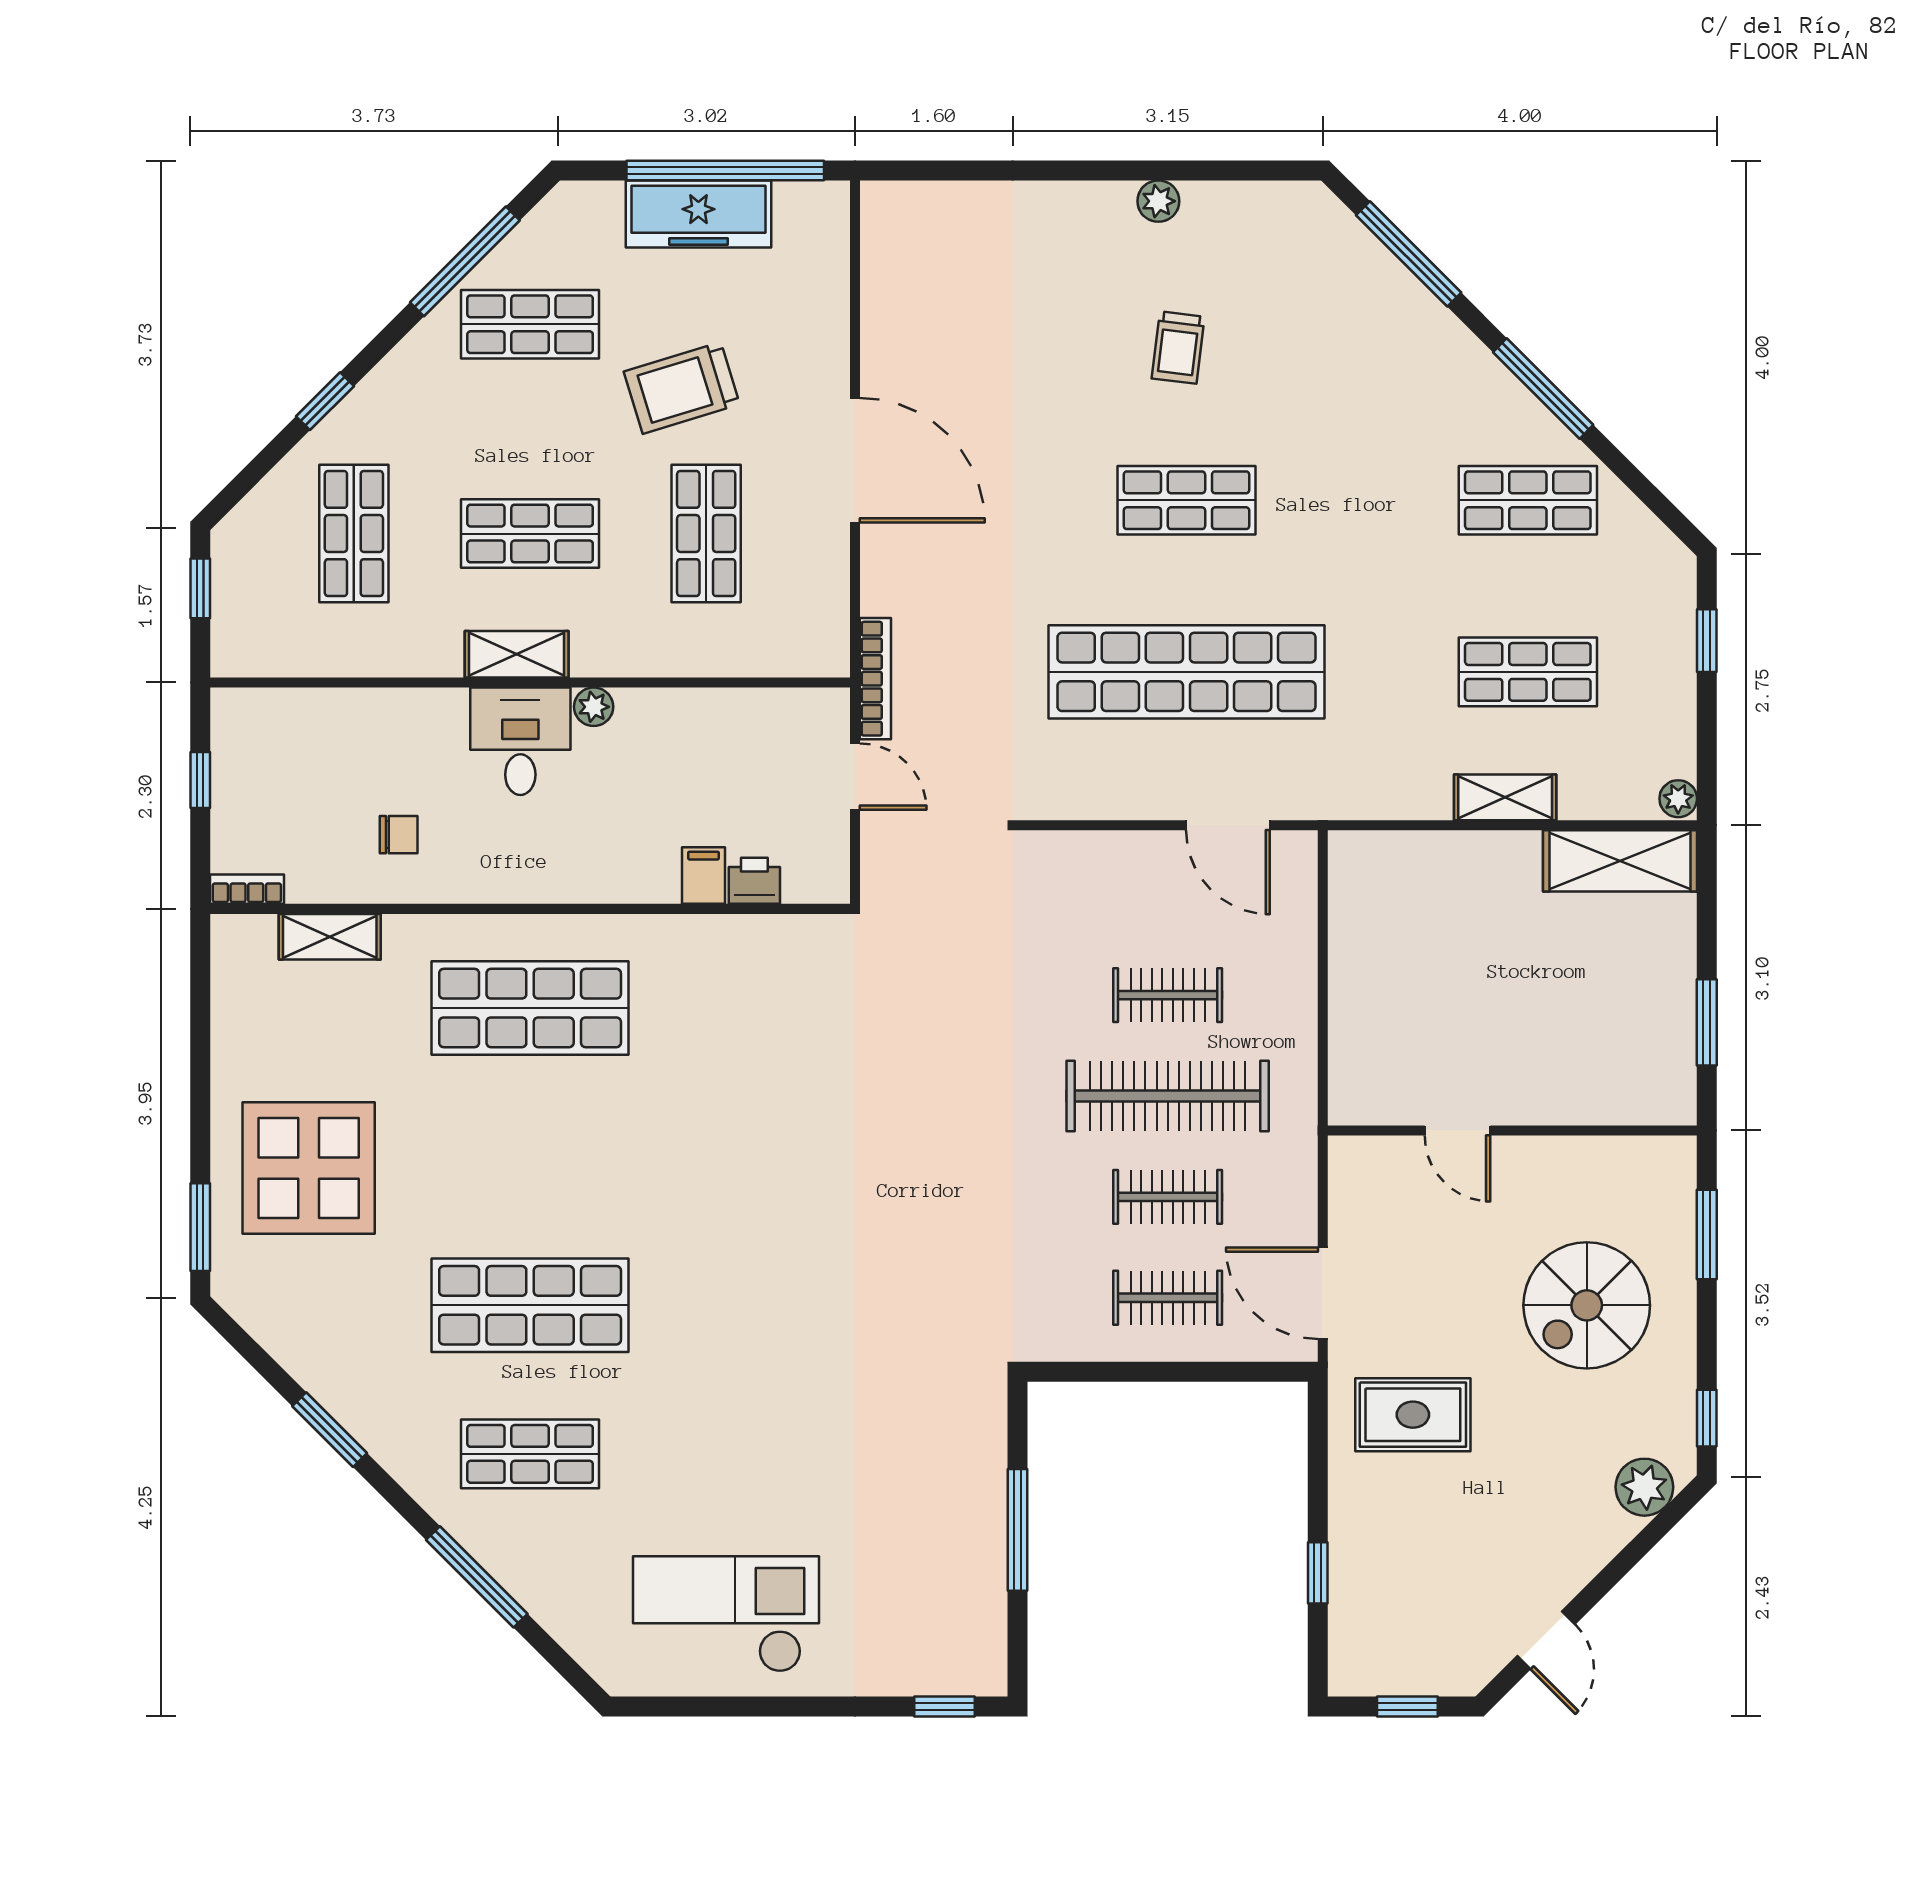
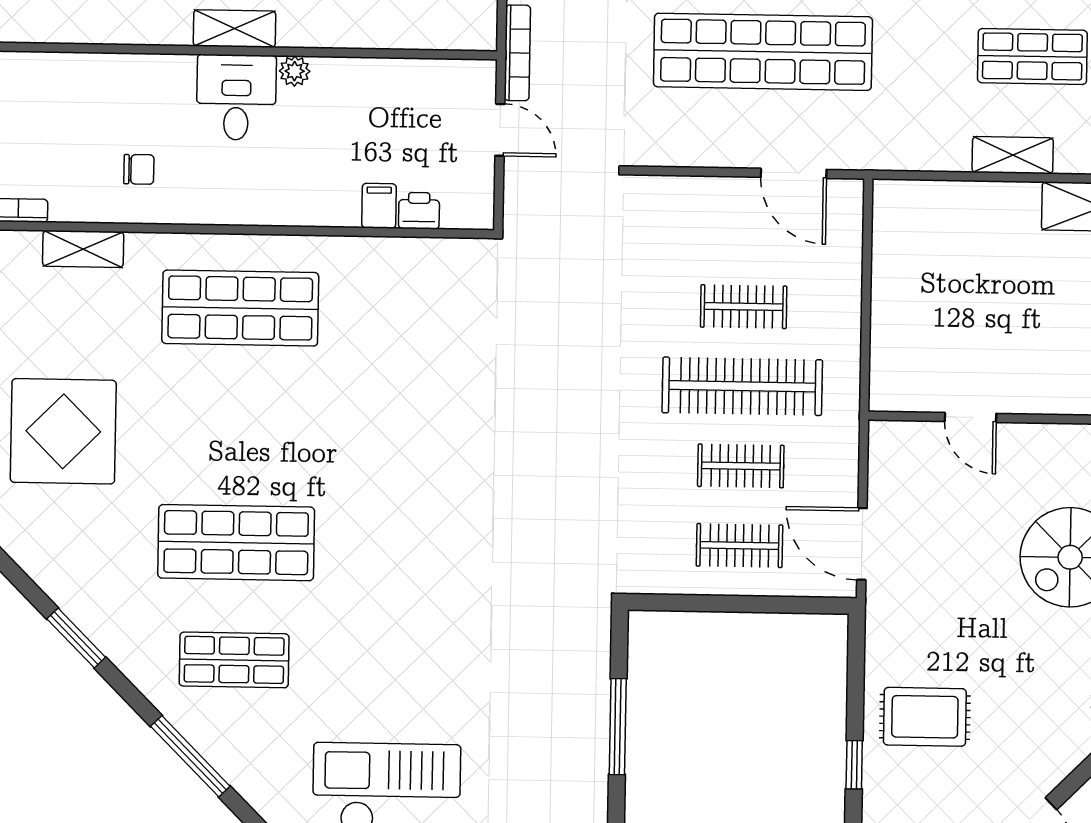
rug: (1413, 1415) -> (925, 717), moved

